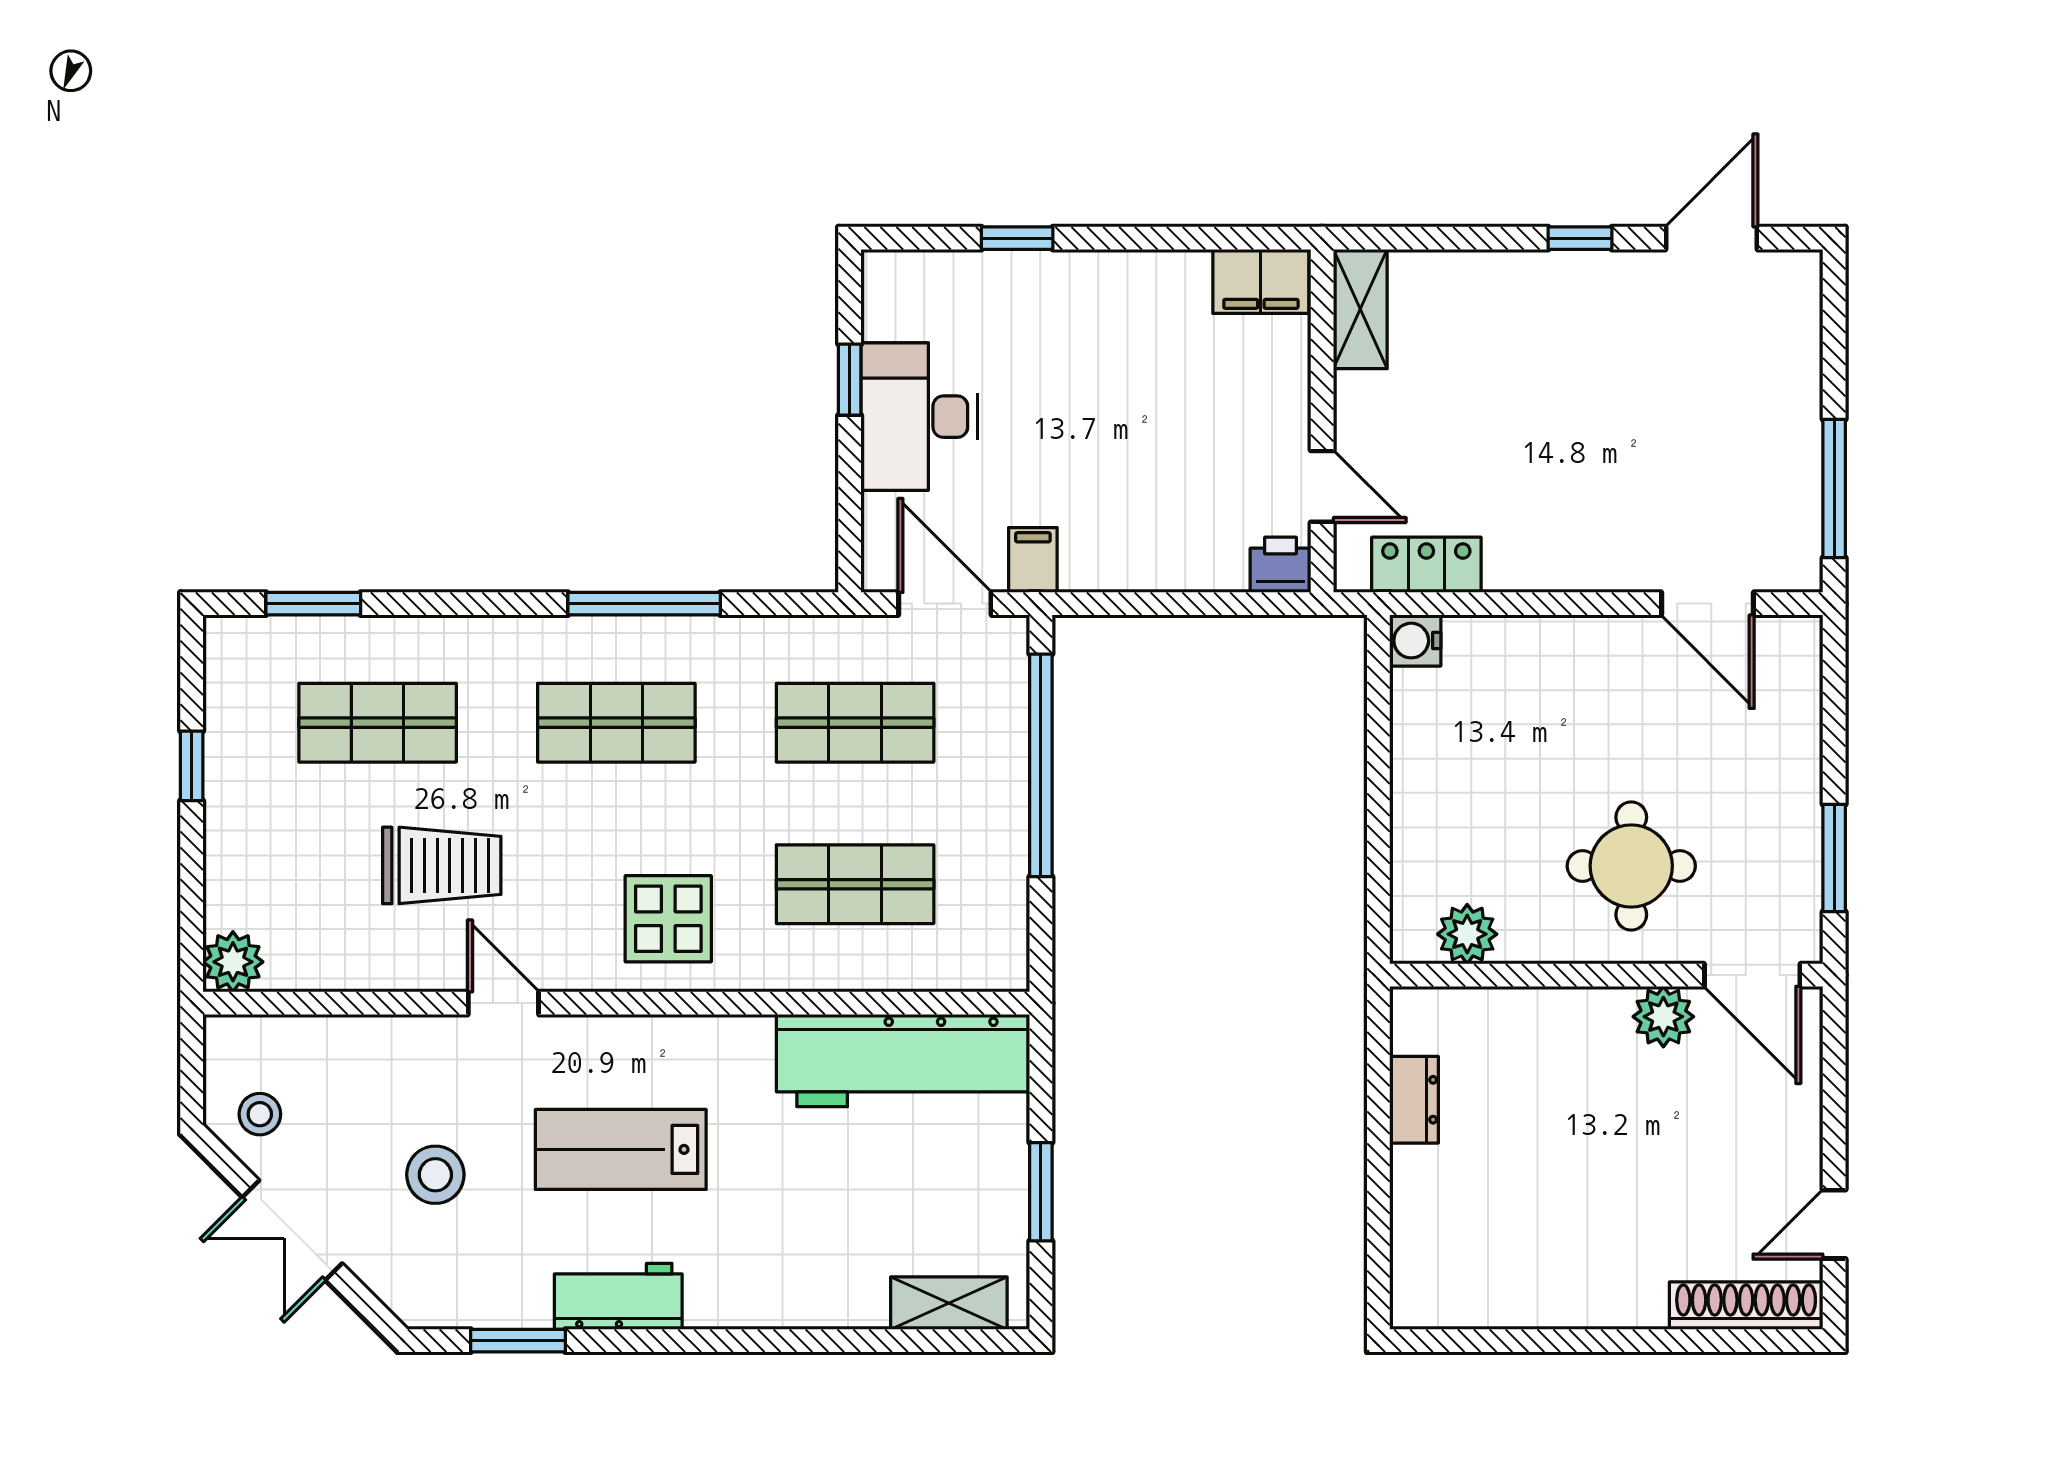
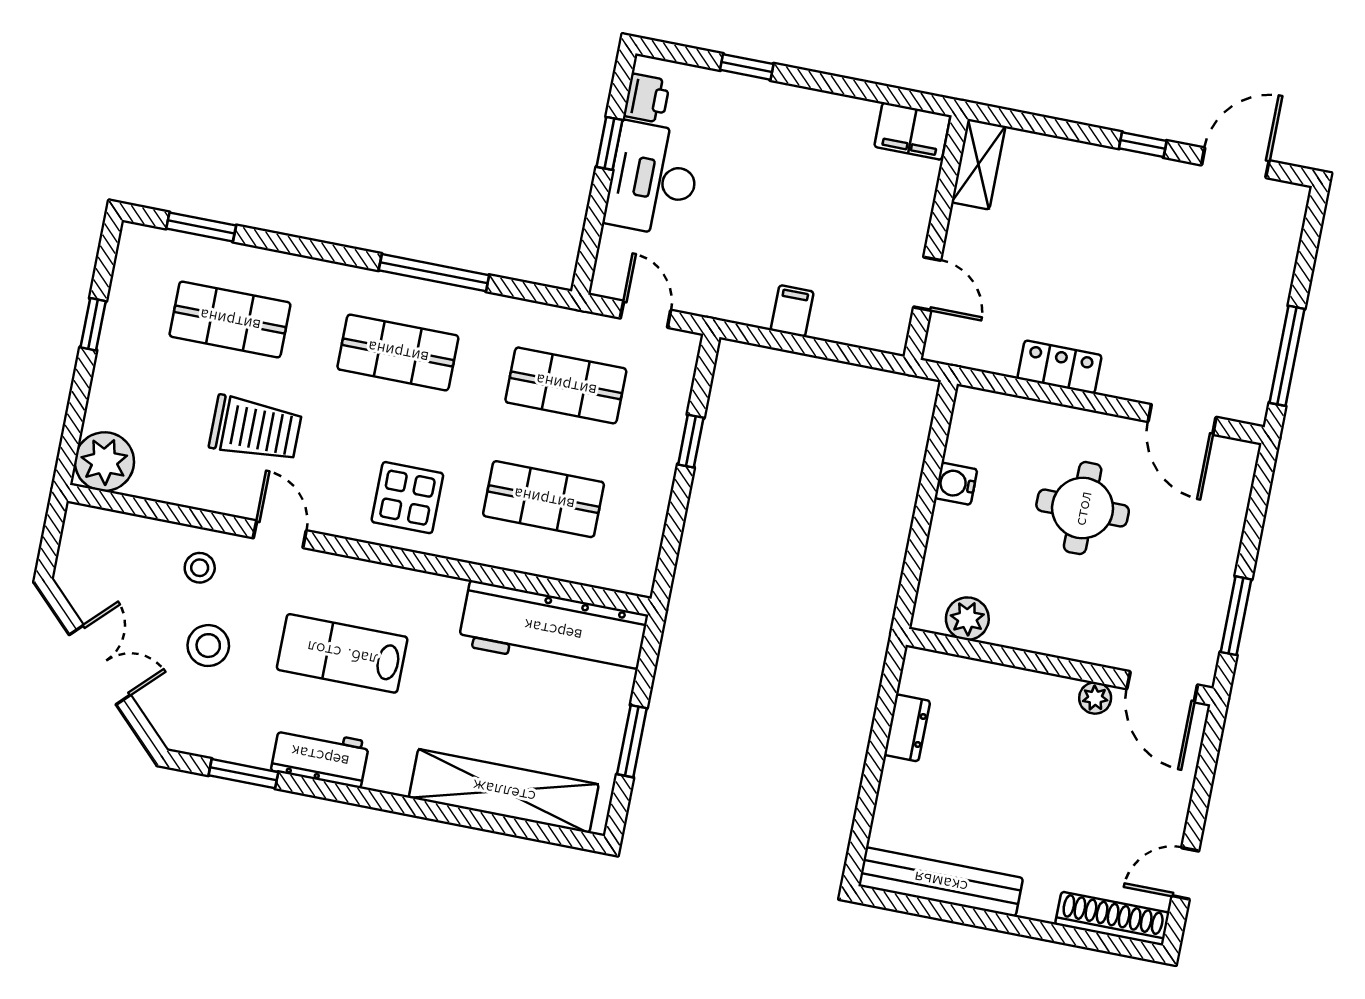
filing cabinet: (1033, 560) -> (792, 311), moved
printer: (1281, 565) -> (647, 98), moved, turned 90
locker: (1426, 565) -> (1059, 367), moved
door: (945, 604) -> (646, 314), width x0.73
water cooler: (1415, 641) -> (956, 484), moved
window: (1041, 765) -> (691, 441), width x0.32
round table: (1631, 866) -> (1083, 508), moved
plant: (233, 962) -> (104, 462), width x1.36, depth x1.36
plant: (1663, 1017) -> (1095, 698), width x0.73, depth x0.73
stool: (260, 1114) -> (200, 568), moved
double door: (292, 1230) -> (100, 665), swing flipped
bench: (1501, 1302) -> (941, 882), added
shelving: (949, 1303) -> (504, 791), width x2.20, depth x1.33

